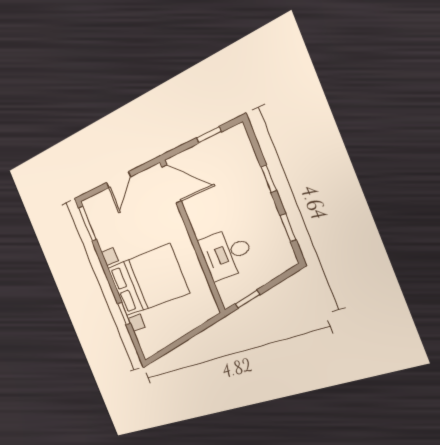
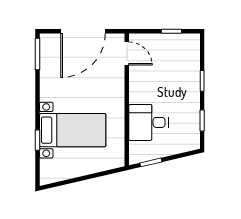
door: (119, 180) -> (83, 31), width x1.88
door: (171, 184) -> (127, 53), width x0.73
bed with nightstands: (148, 280) -> (73, 130), width x0.73

